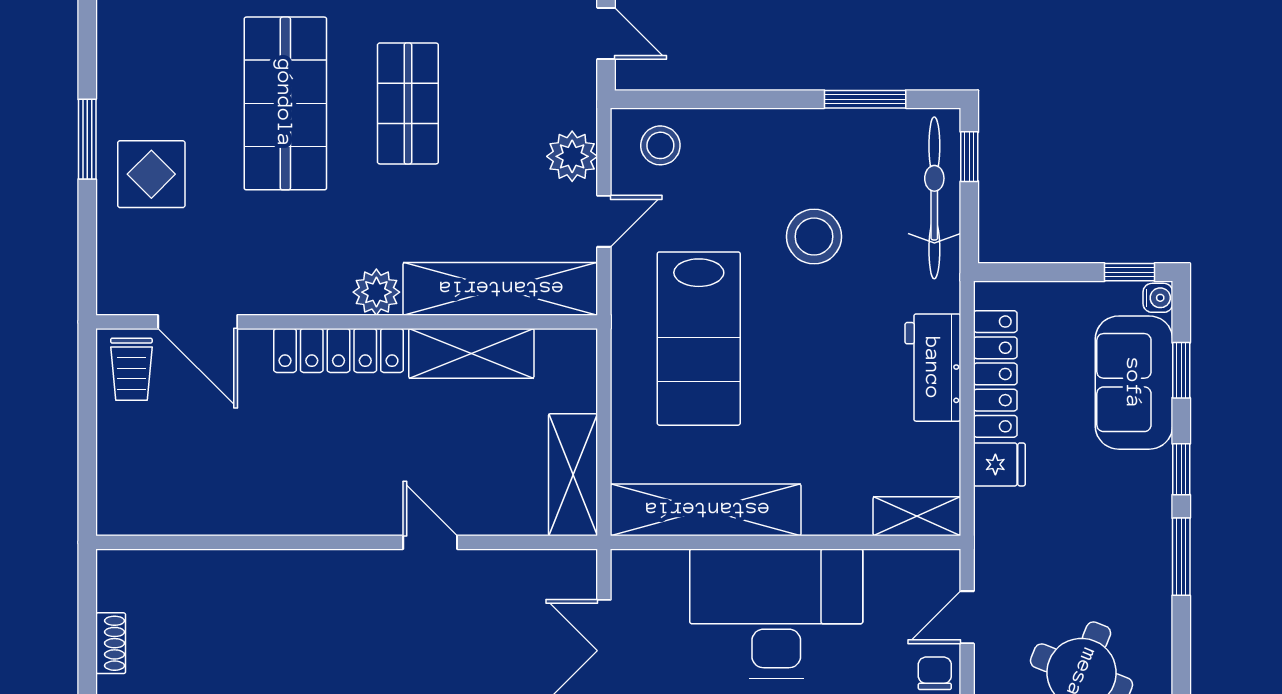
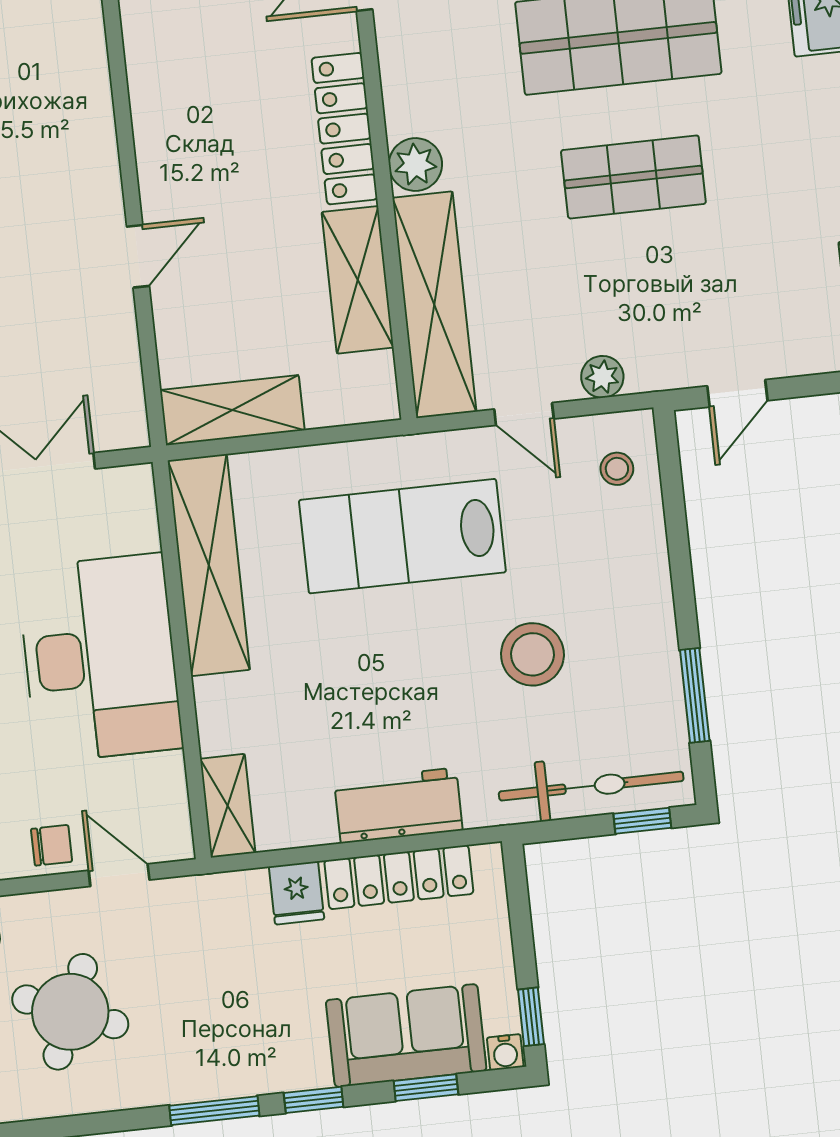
stool: (660, 145) -> (617, 469), width x0.73, depth x0.73
plant: (572, 156) -> (602, 377), width x0.73, depth x0.73

